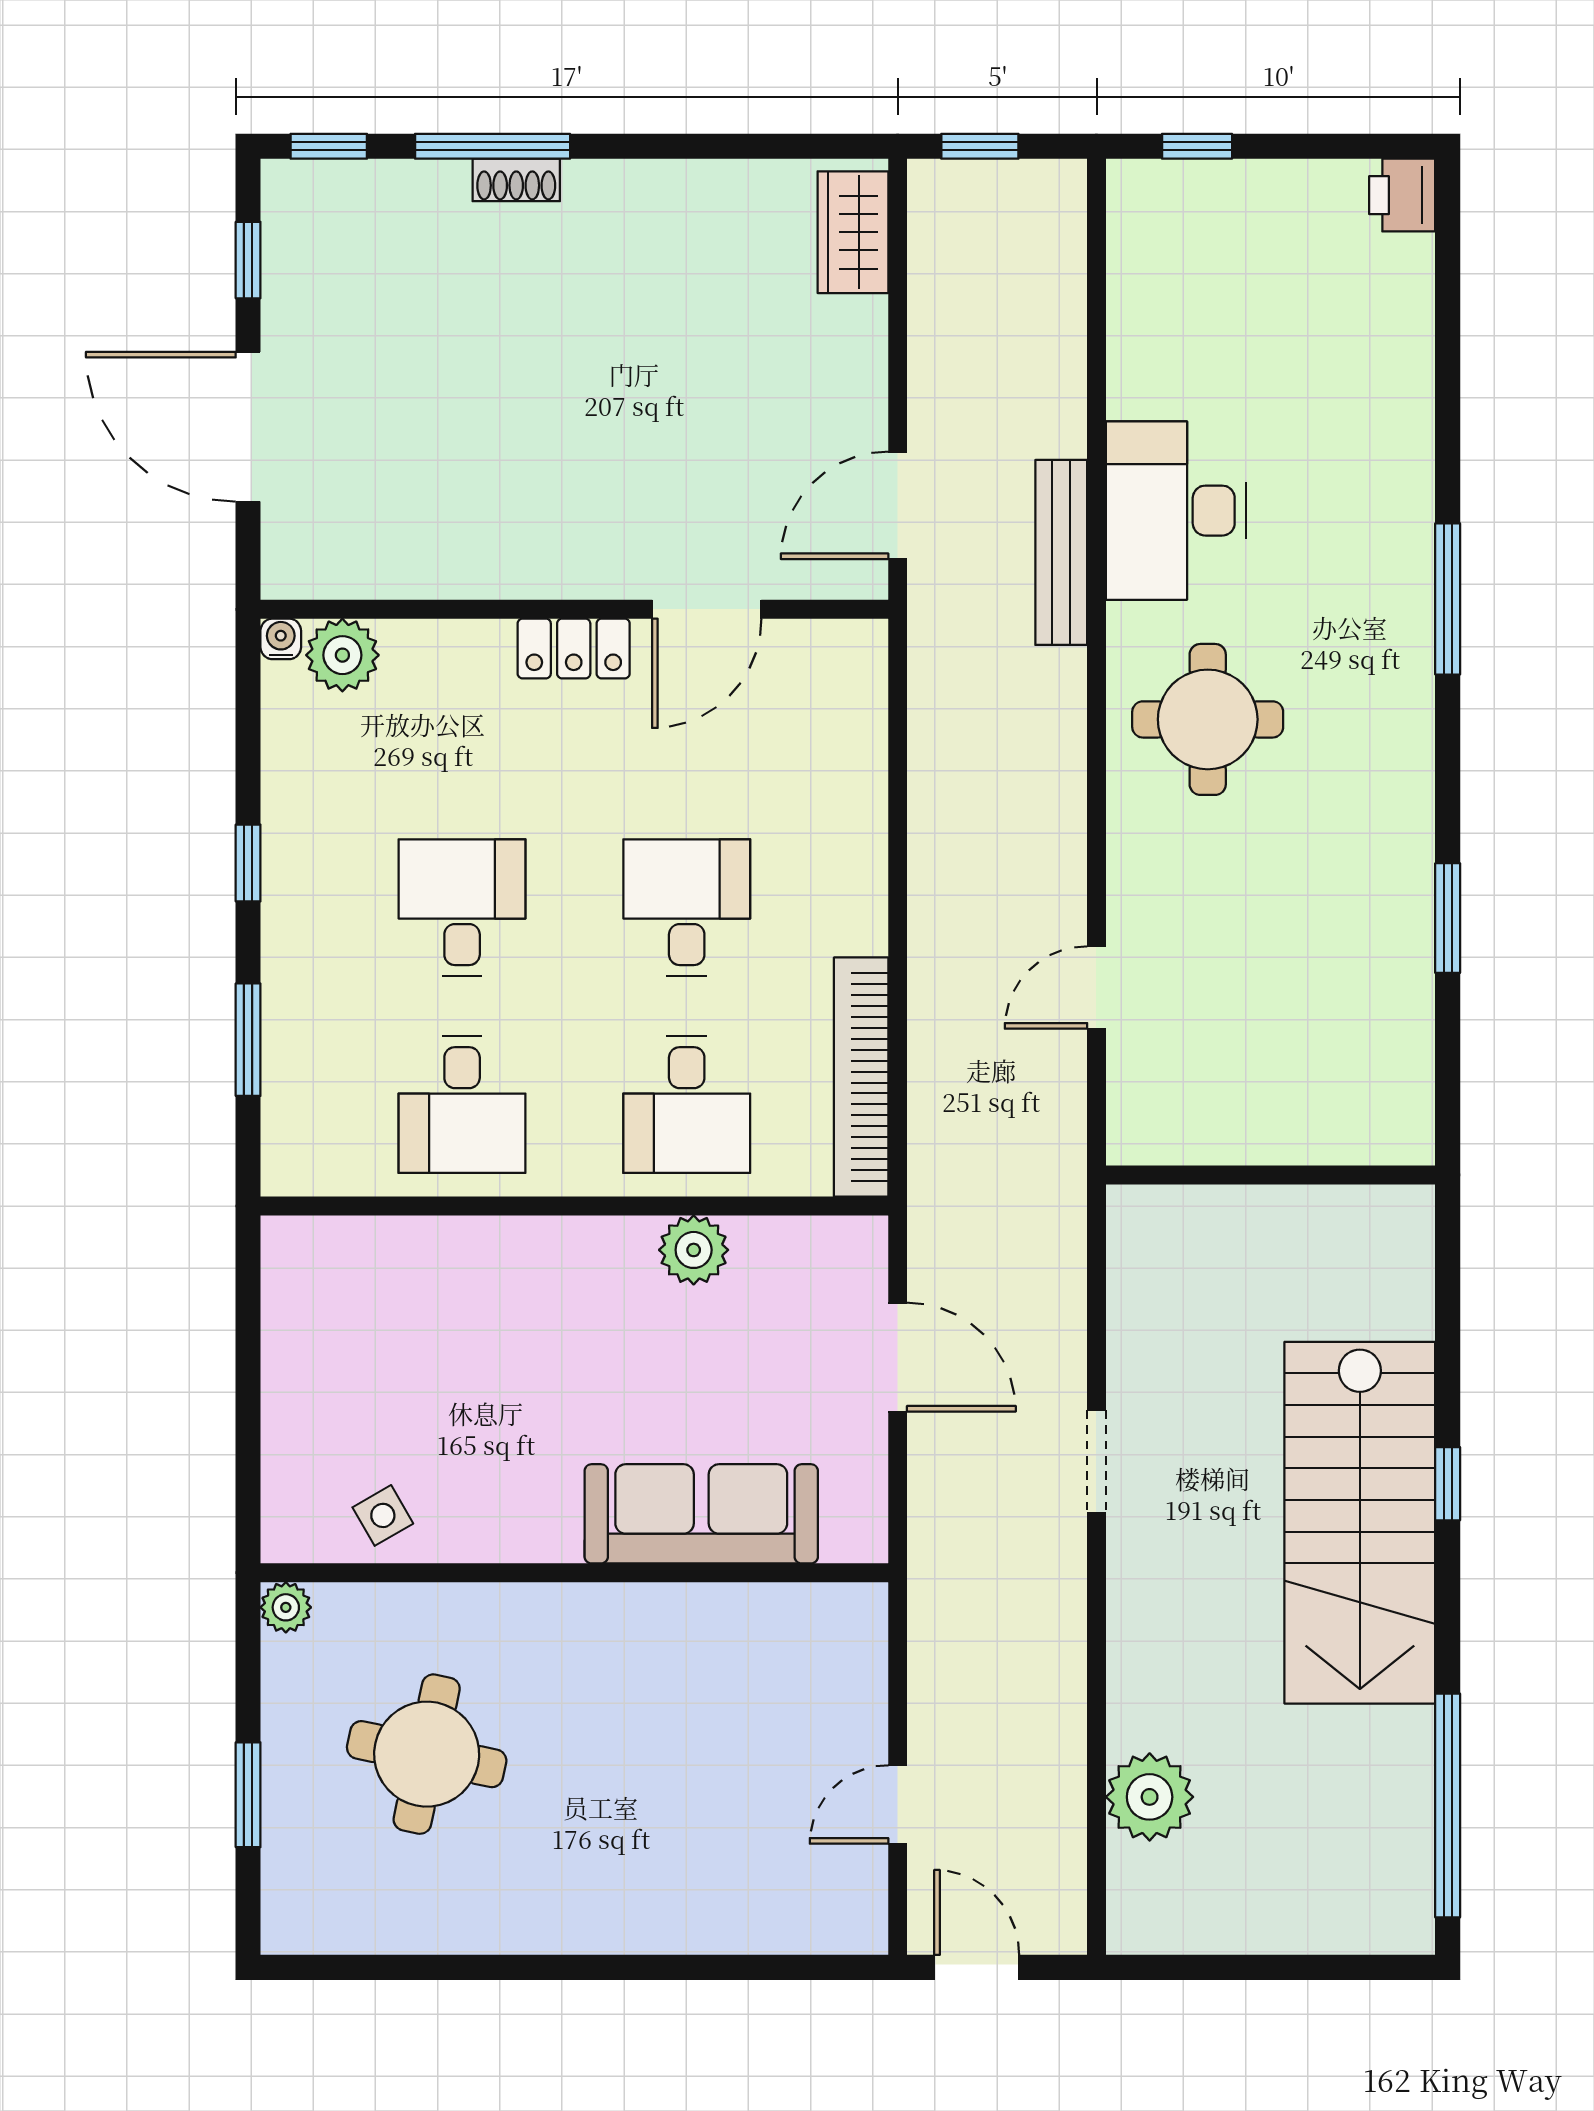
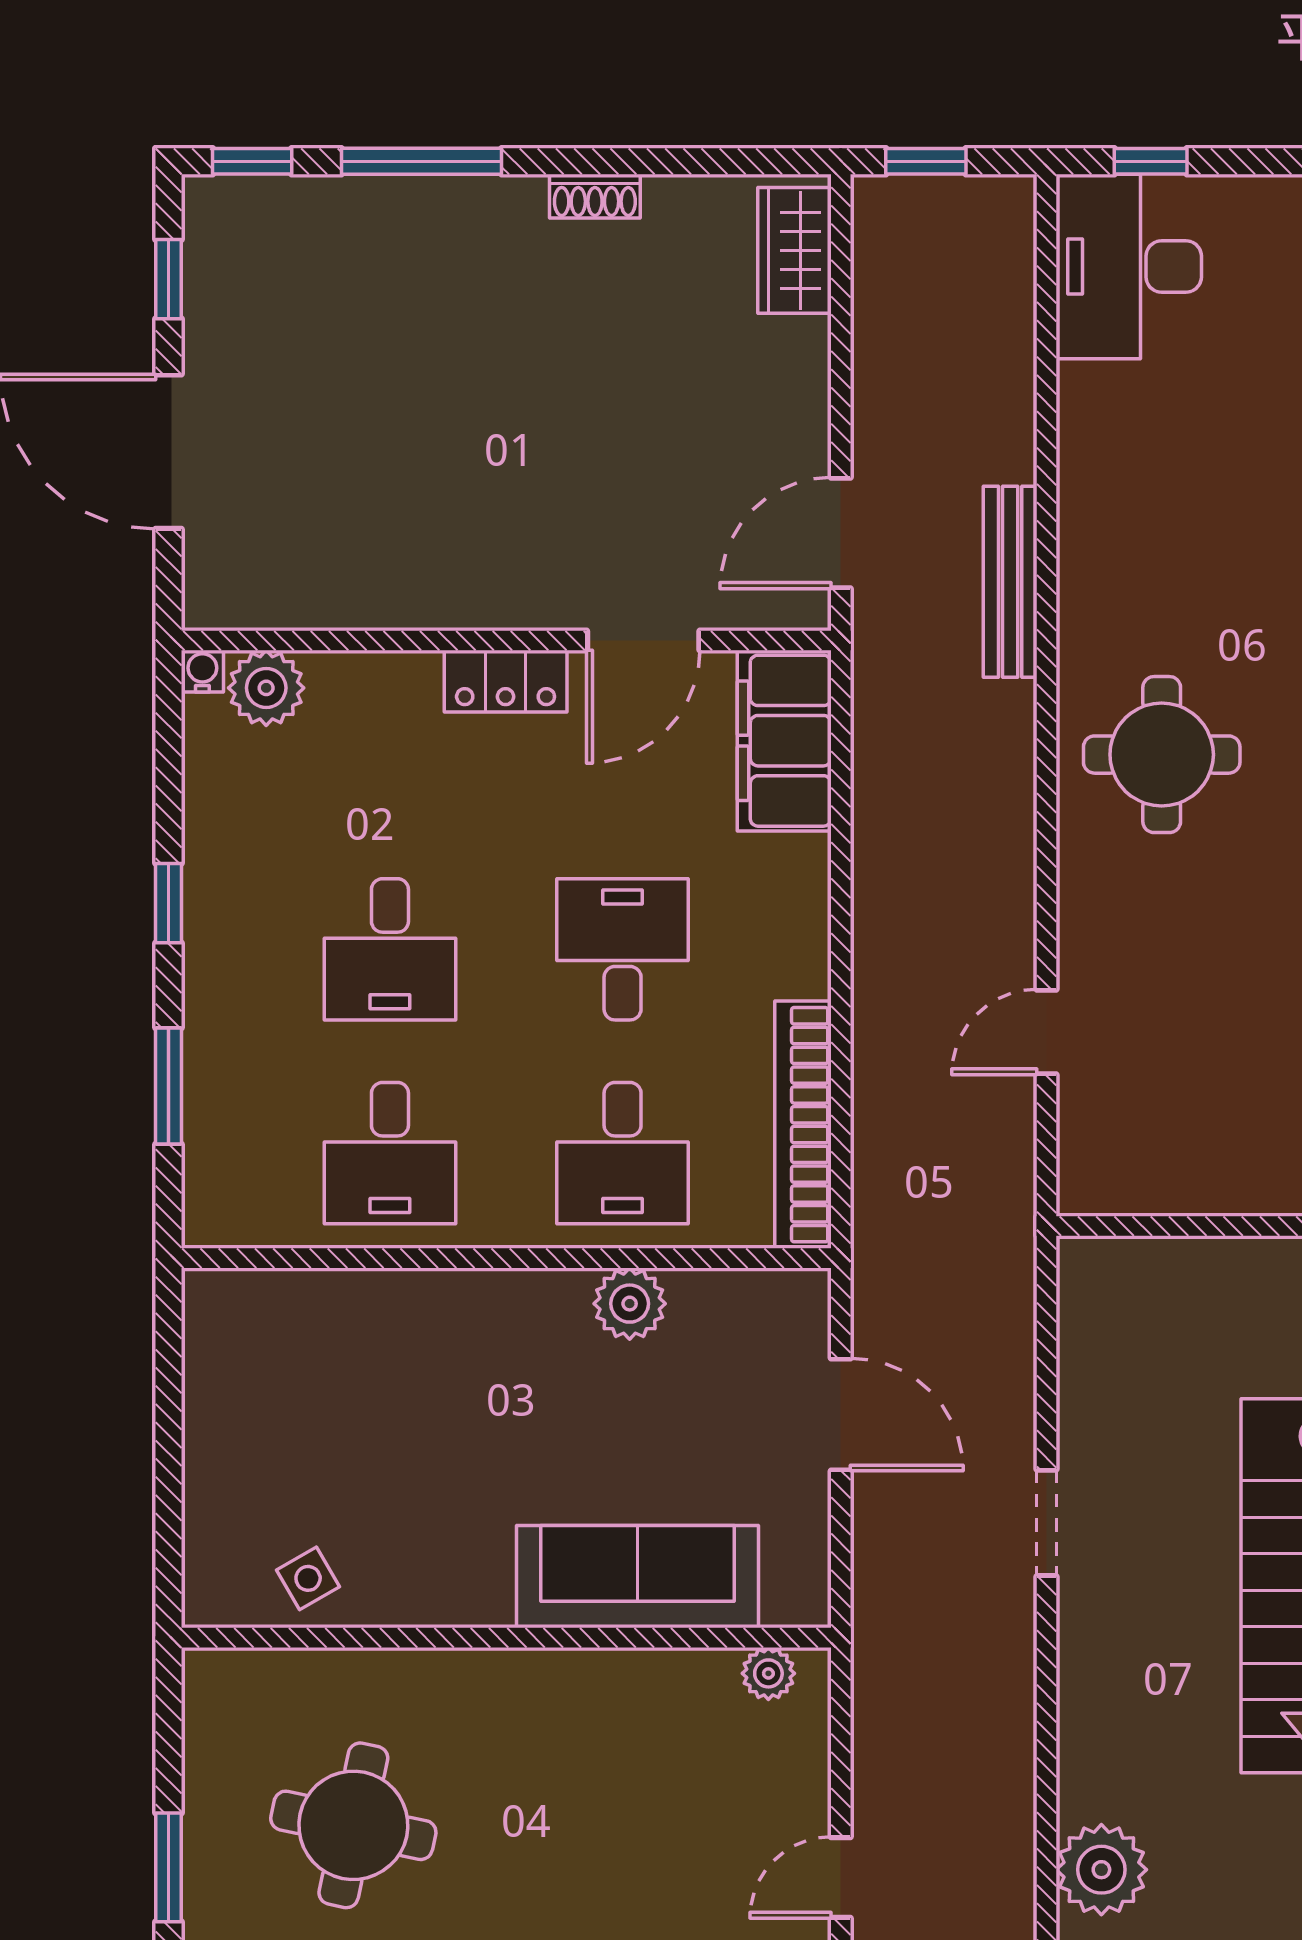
shoe rack: (516, 180) -> (595, 196), moved
desk: (1176, 511) -> (1129, 267), moved
filing cabinet: (843, 706) -> (784, 741), added
desk: (462, 908) -> (390, 949), turned 180
plant: (286, 1607) -> (768, 1673), moved

